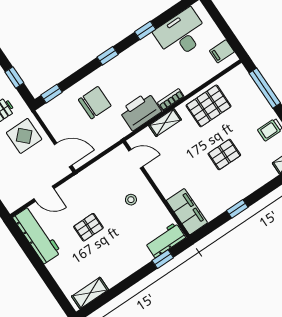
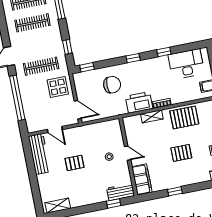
door: (136, 159) -> (128, 153), moved

